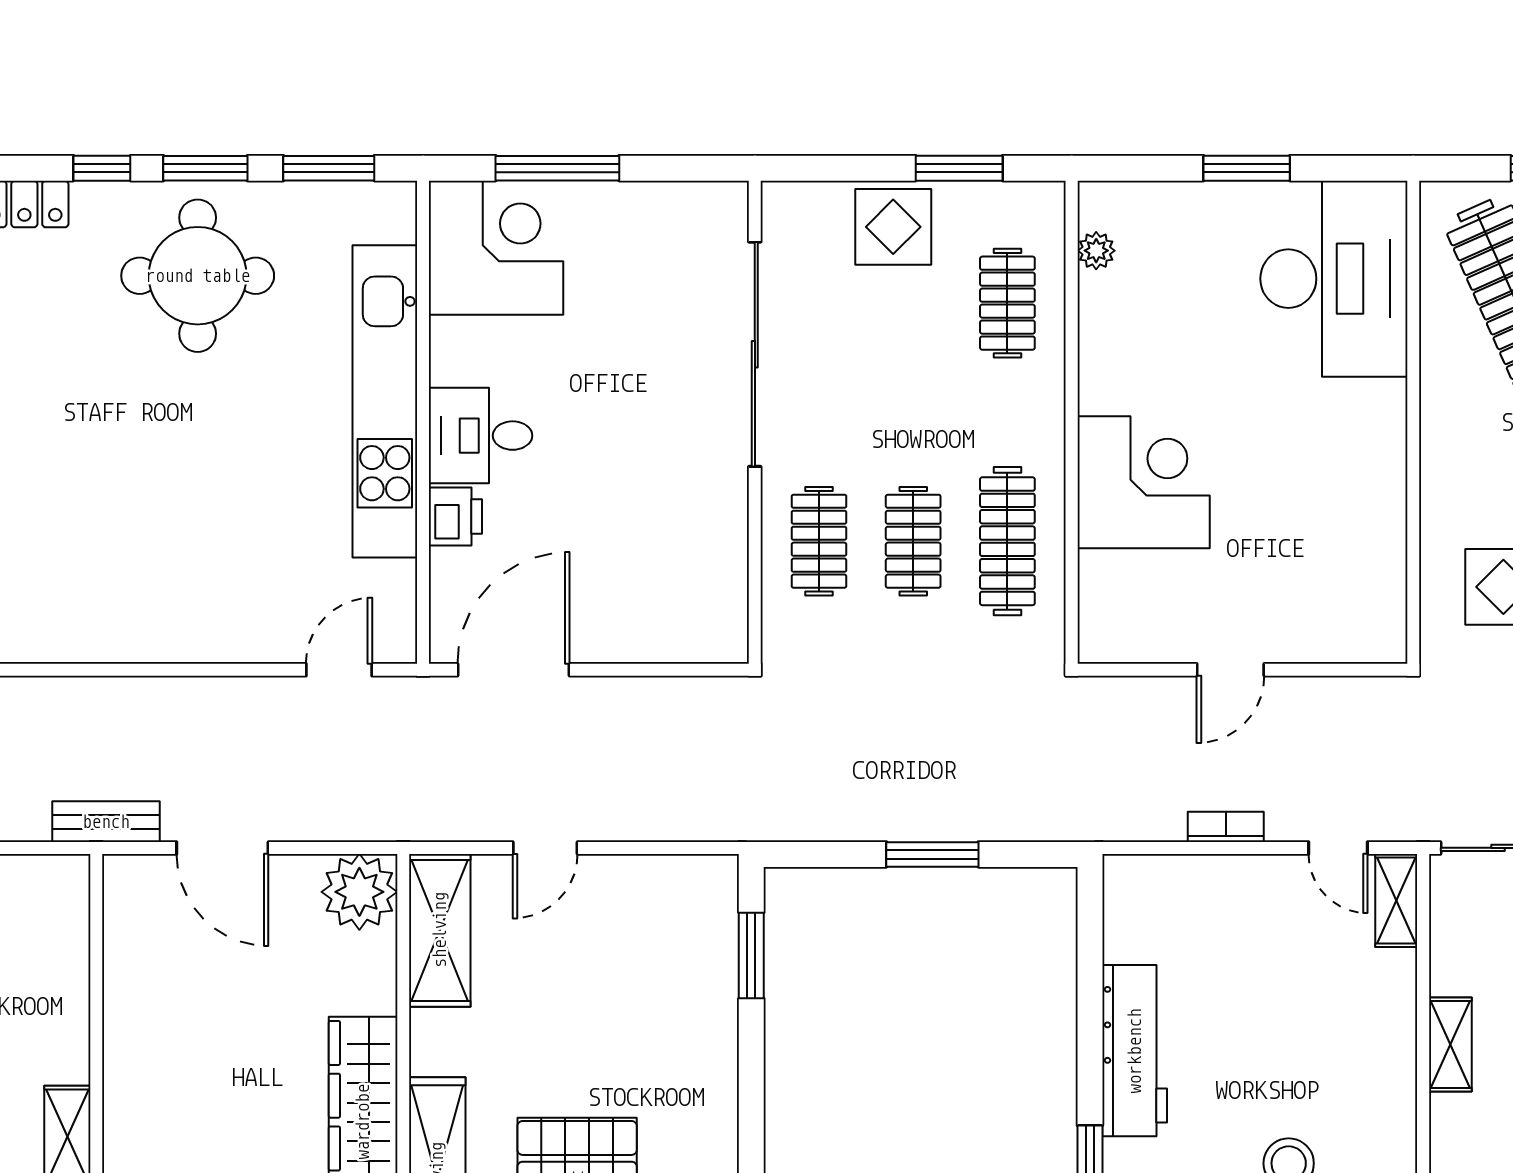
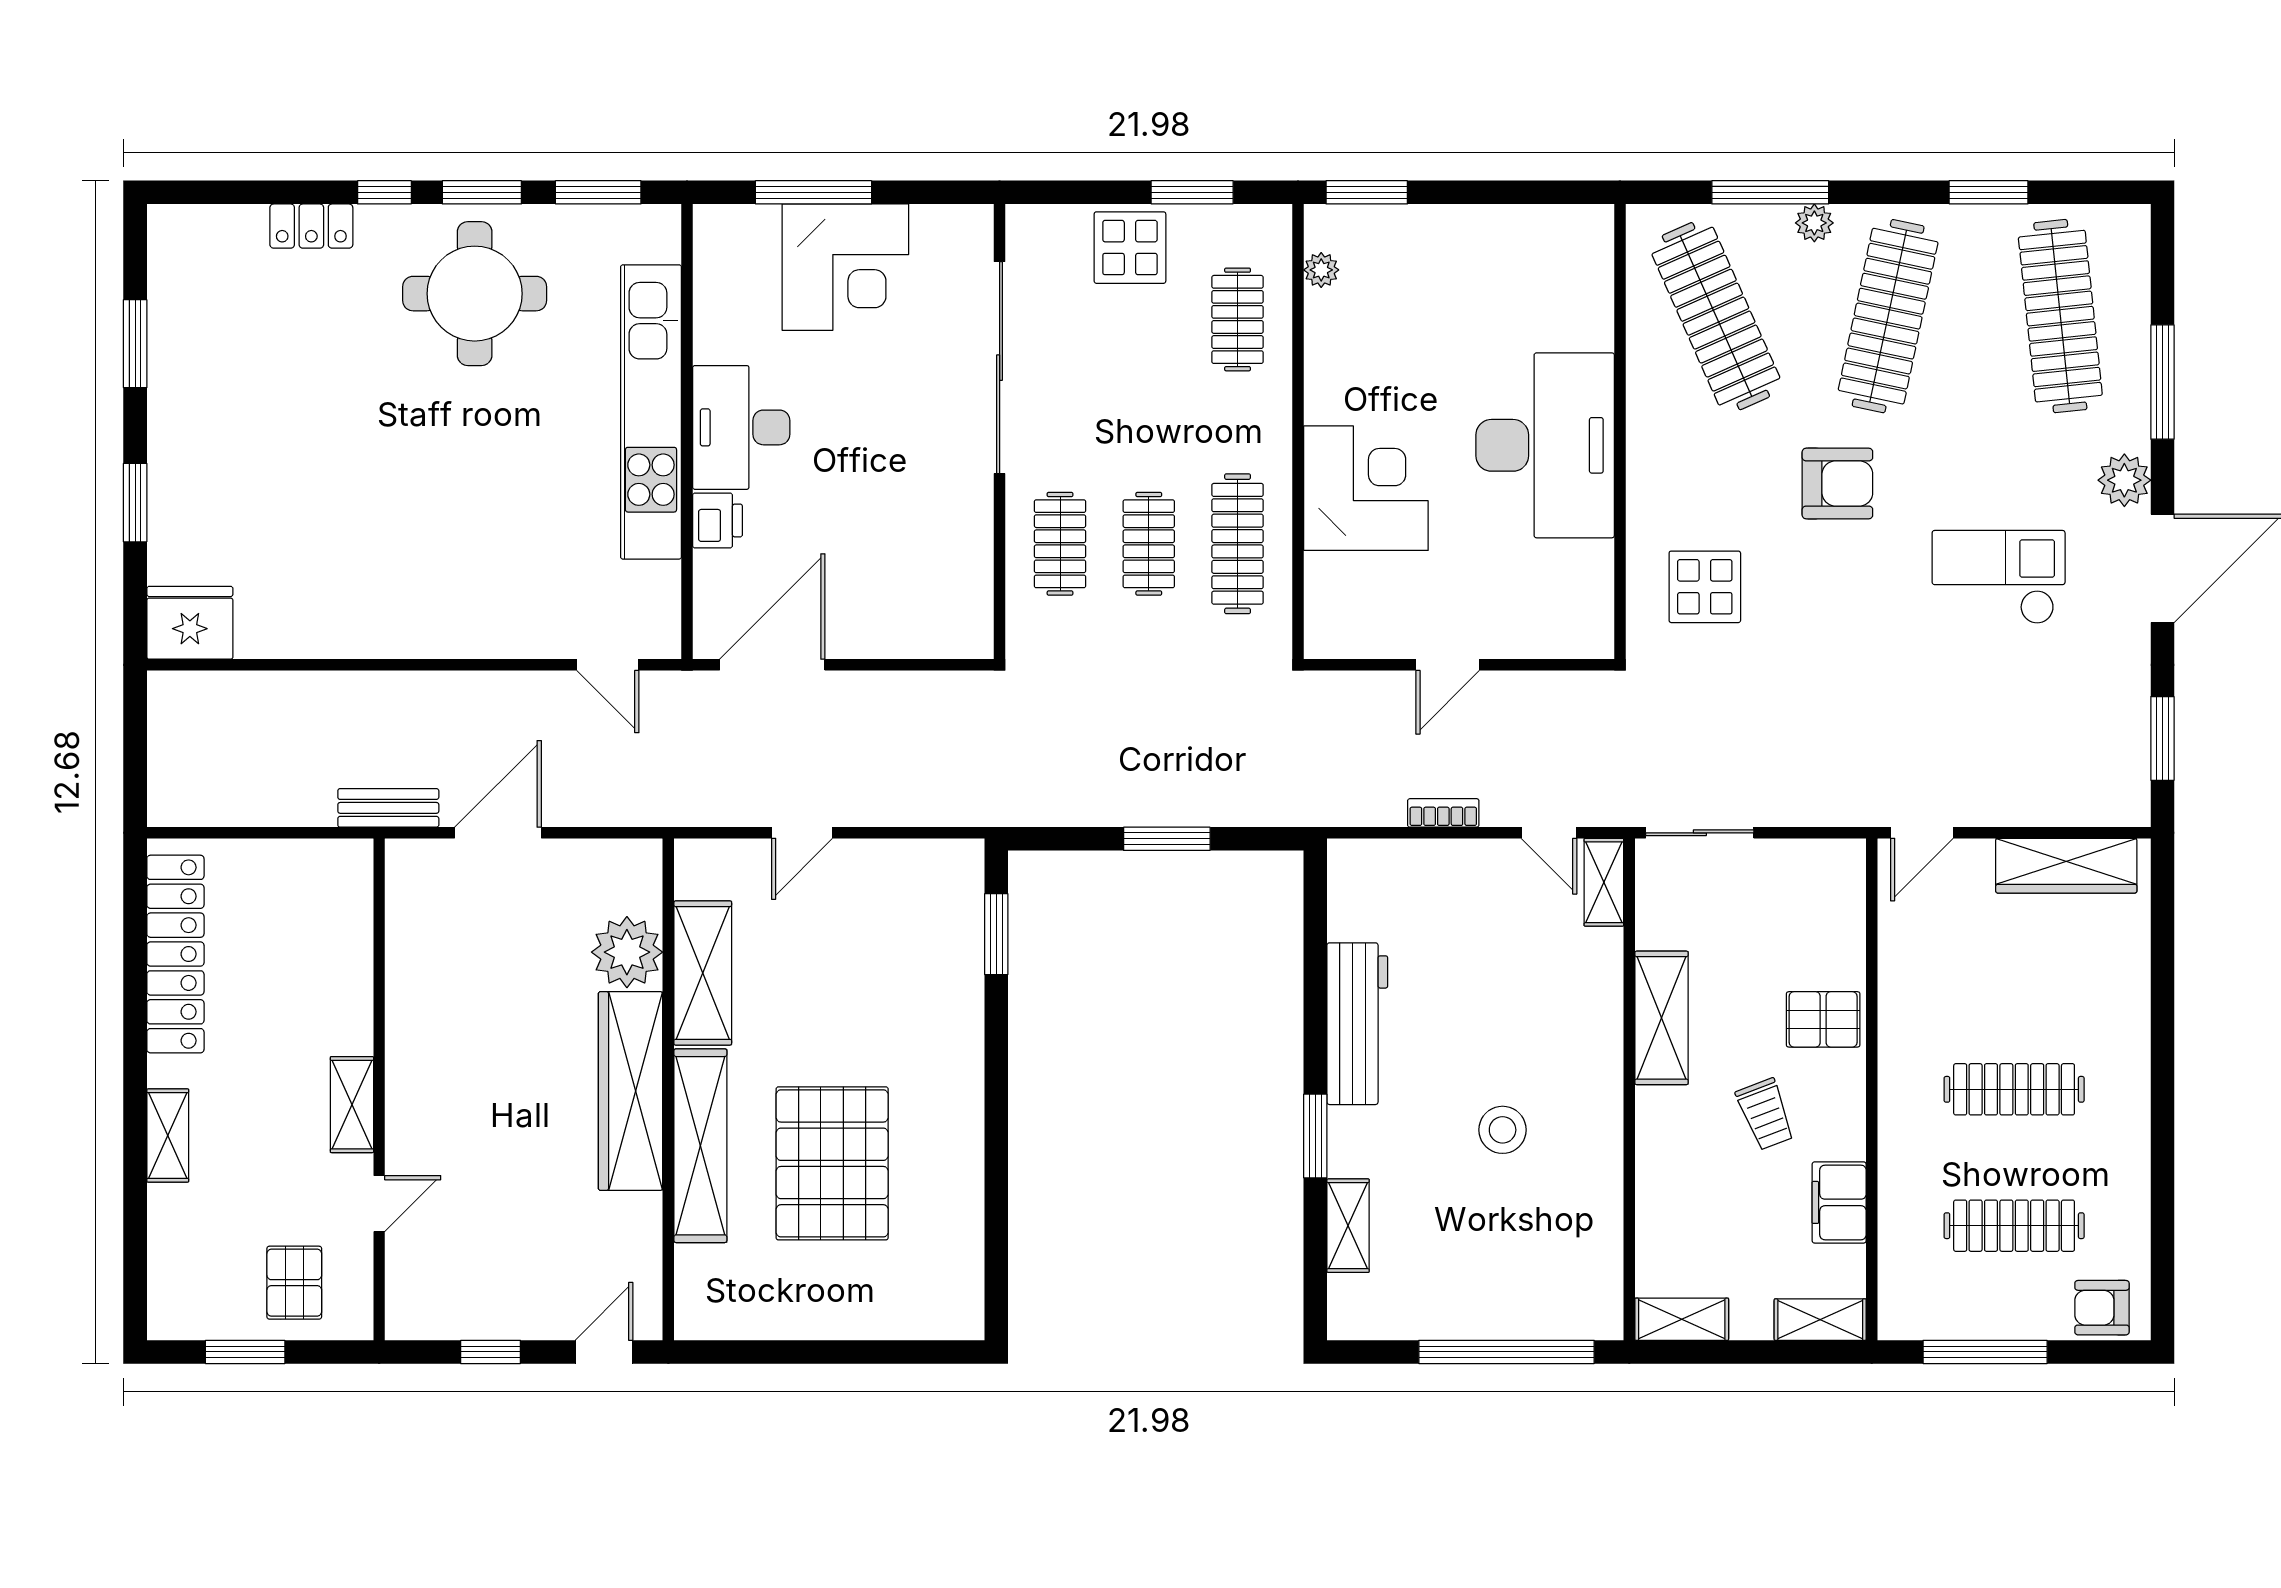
window: (1247, 168) -> (1367, 192), moved
corner desk: (496, 248) -> (845, 267), moved, turned 90
desk: (1334, 279) -> (1545, 445), moved
desk: (481, 436) -> (741, 427), width x1.37
door: (339, 670) -> (608, 665), swing flipped
door: (222, 848) -> (498, 833), swing flipped
plant: (359, 892) -> (627, 952), moved
shelving: (440, 930) -> (703, 973), moved
shelving: (1450, 1044) -> (1662, 1018), width x1.50, depth x1.33

